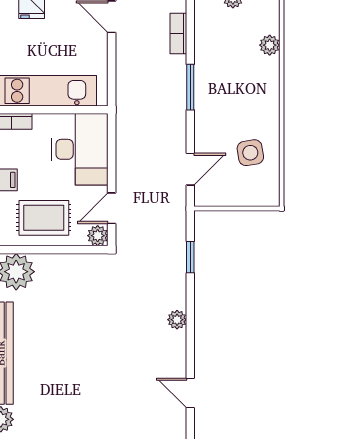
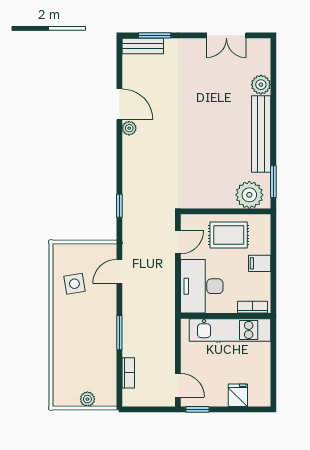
plant: (270, 45) -> (60, 364), removed
plant: (98, 236) -> (188, 222), removed
plant: (177, 320) -> (129, 128), moved
door: (190, 393) -> (119, 104), width x1.38

